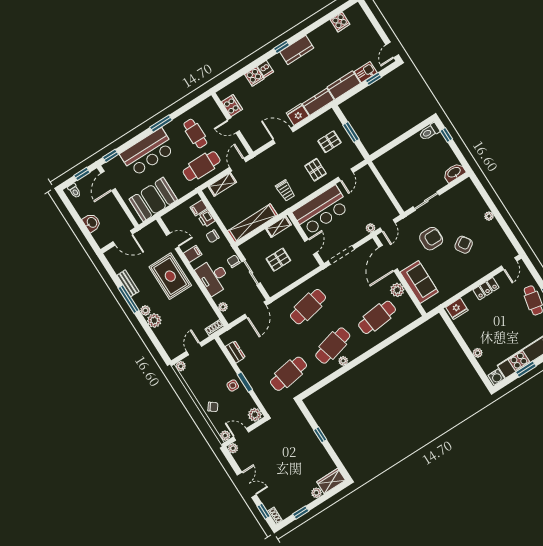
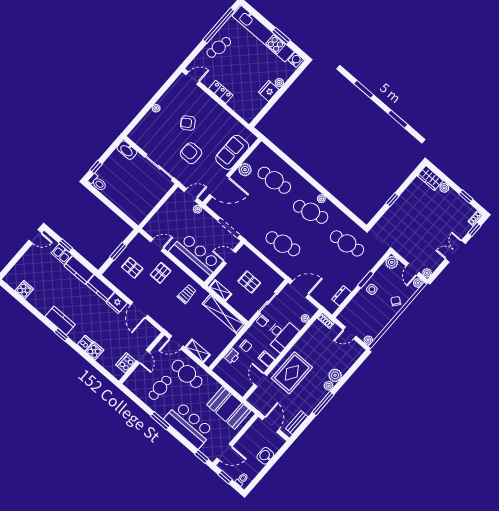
sliding door: (426, 201) -> (159, 167), width x1.37
filing cabinet: (199, 208) -> (224, 366), removed
bench: (128, 283) -> (297, 423), moved
fridge: (457, 309) -> (269, 91), moved, turned -90

